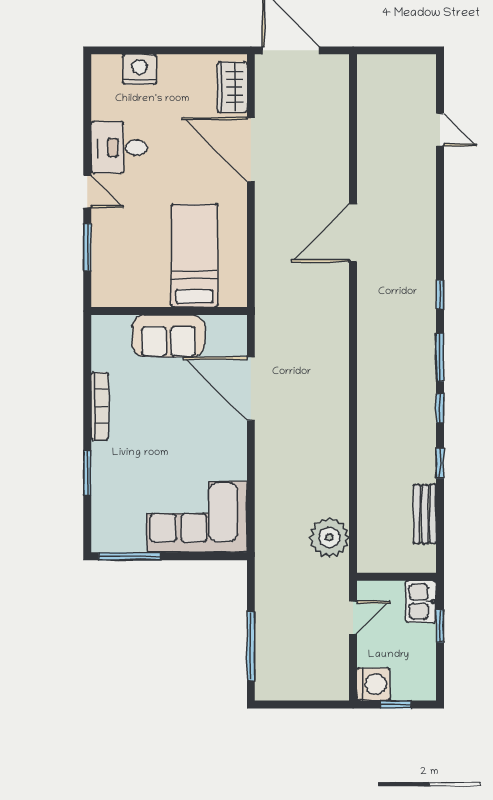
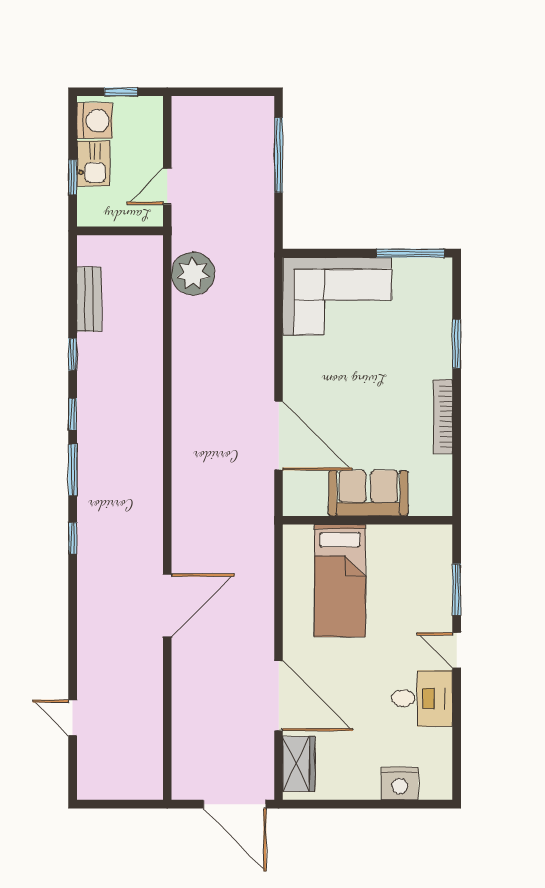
kitchen sink: (421, 602) -> (93, 163), moved
washing machine: (373, 684) -> (95, 121), moved, turned 180

